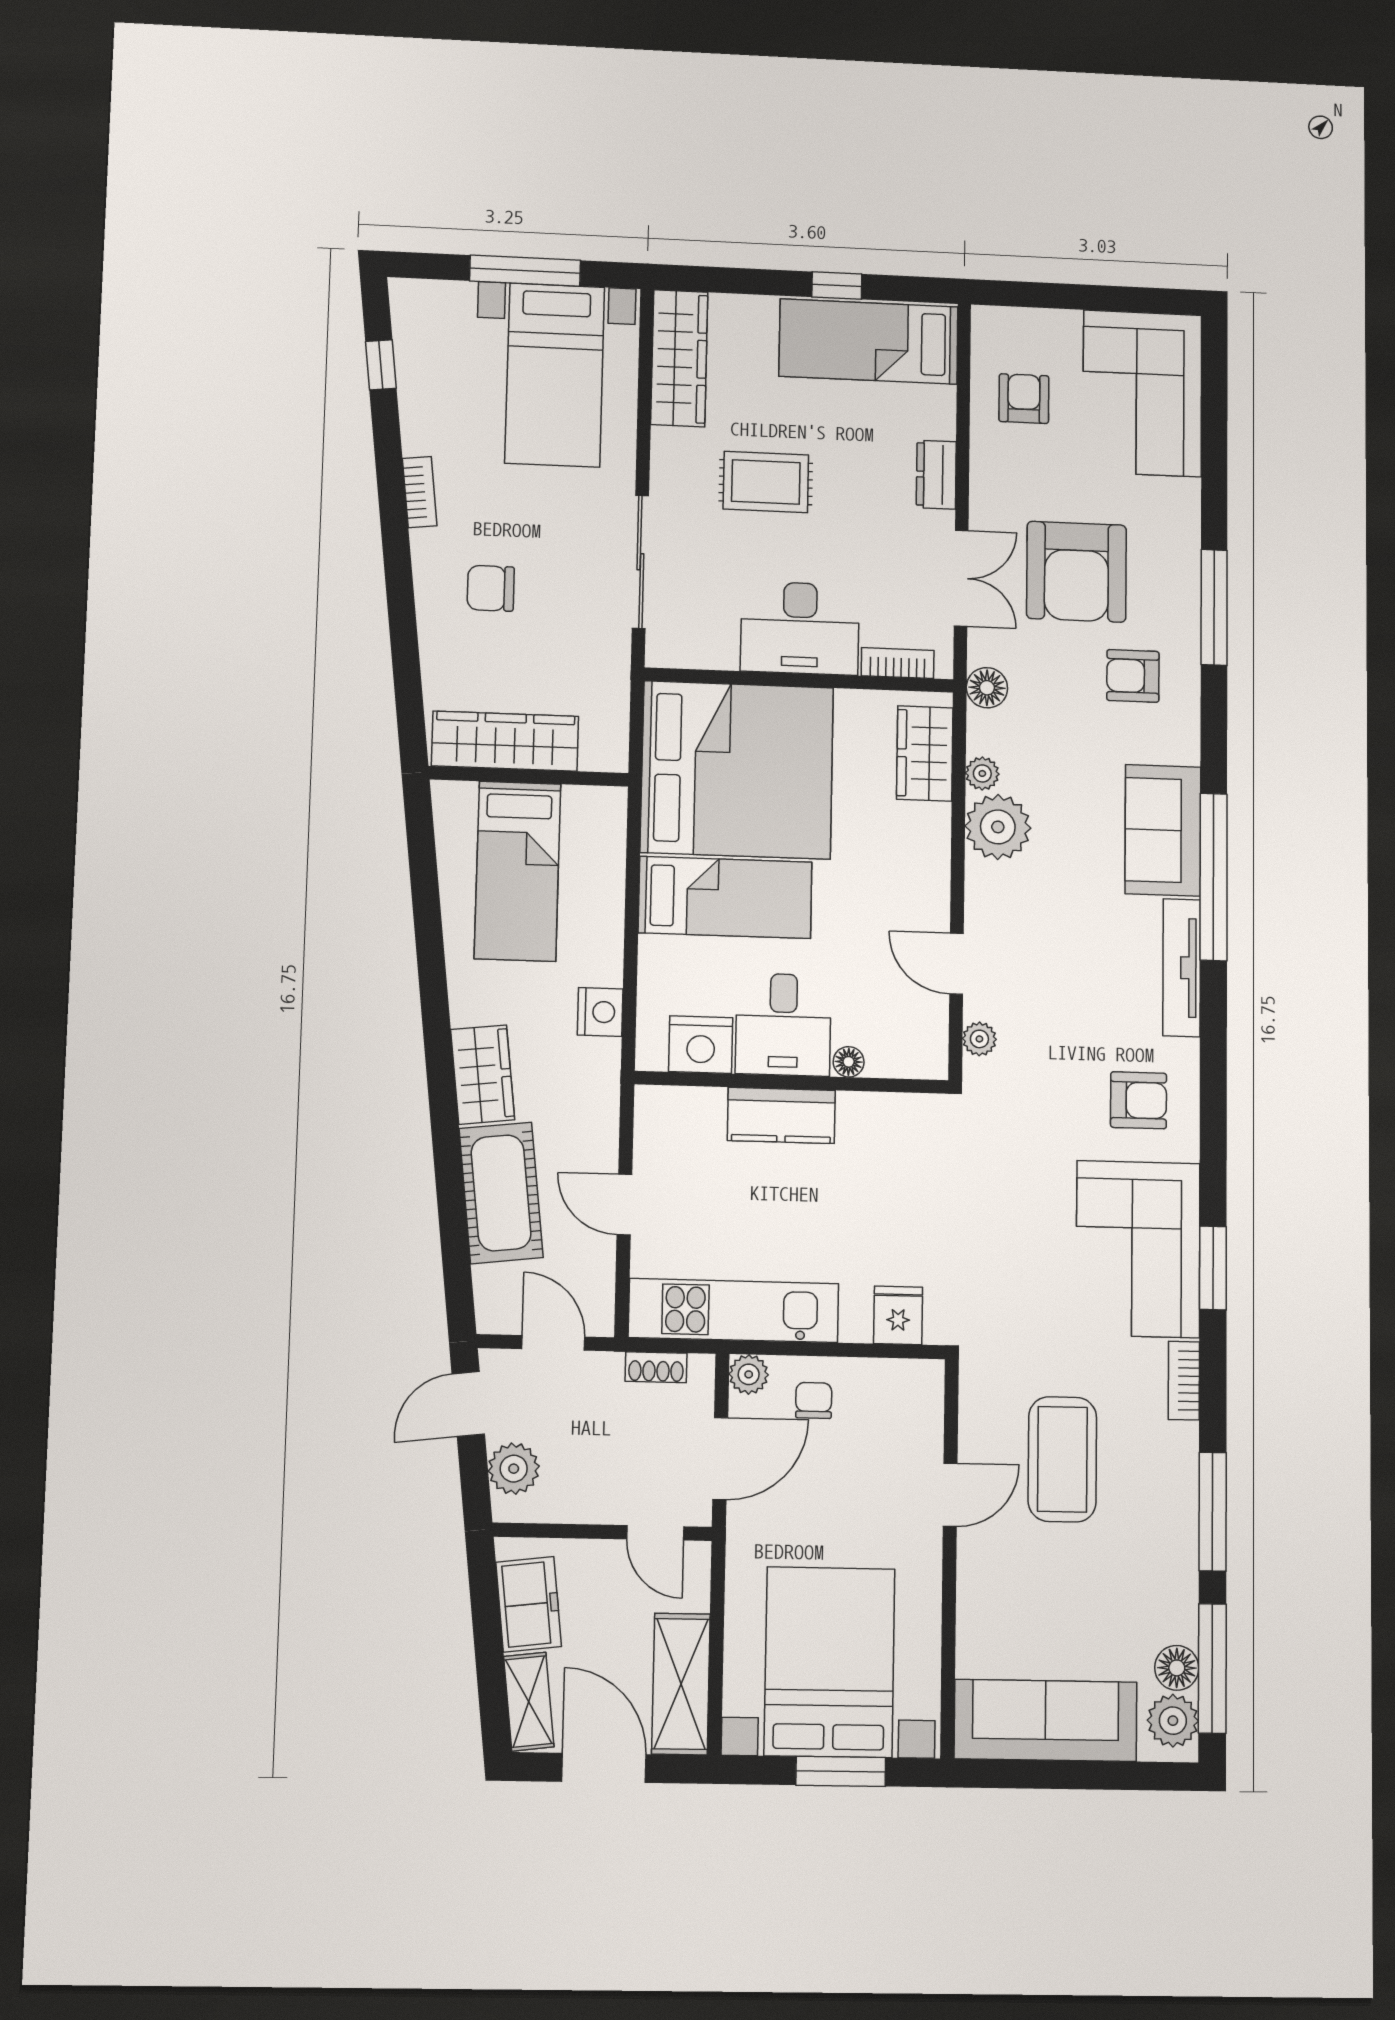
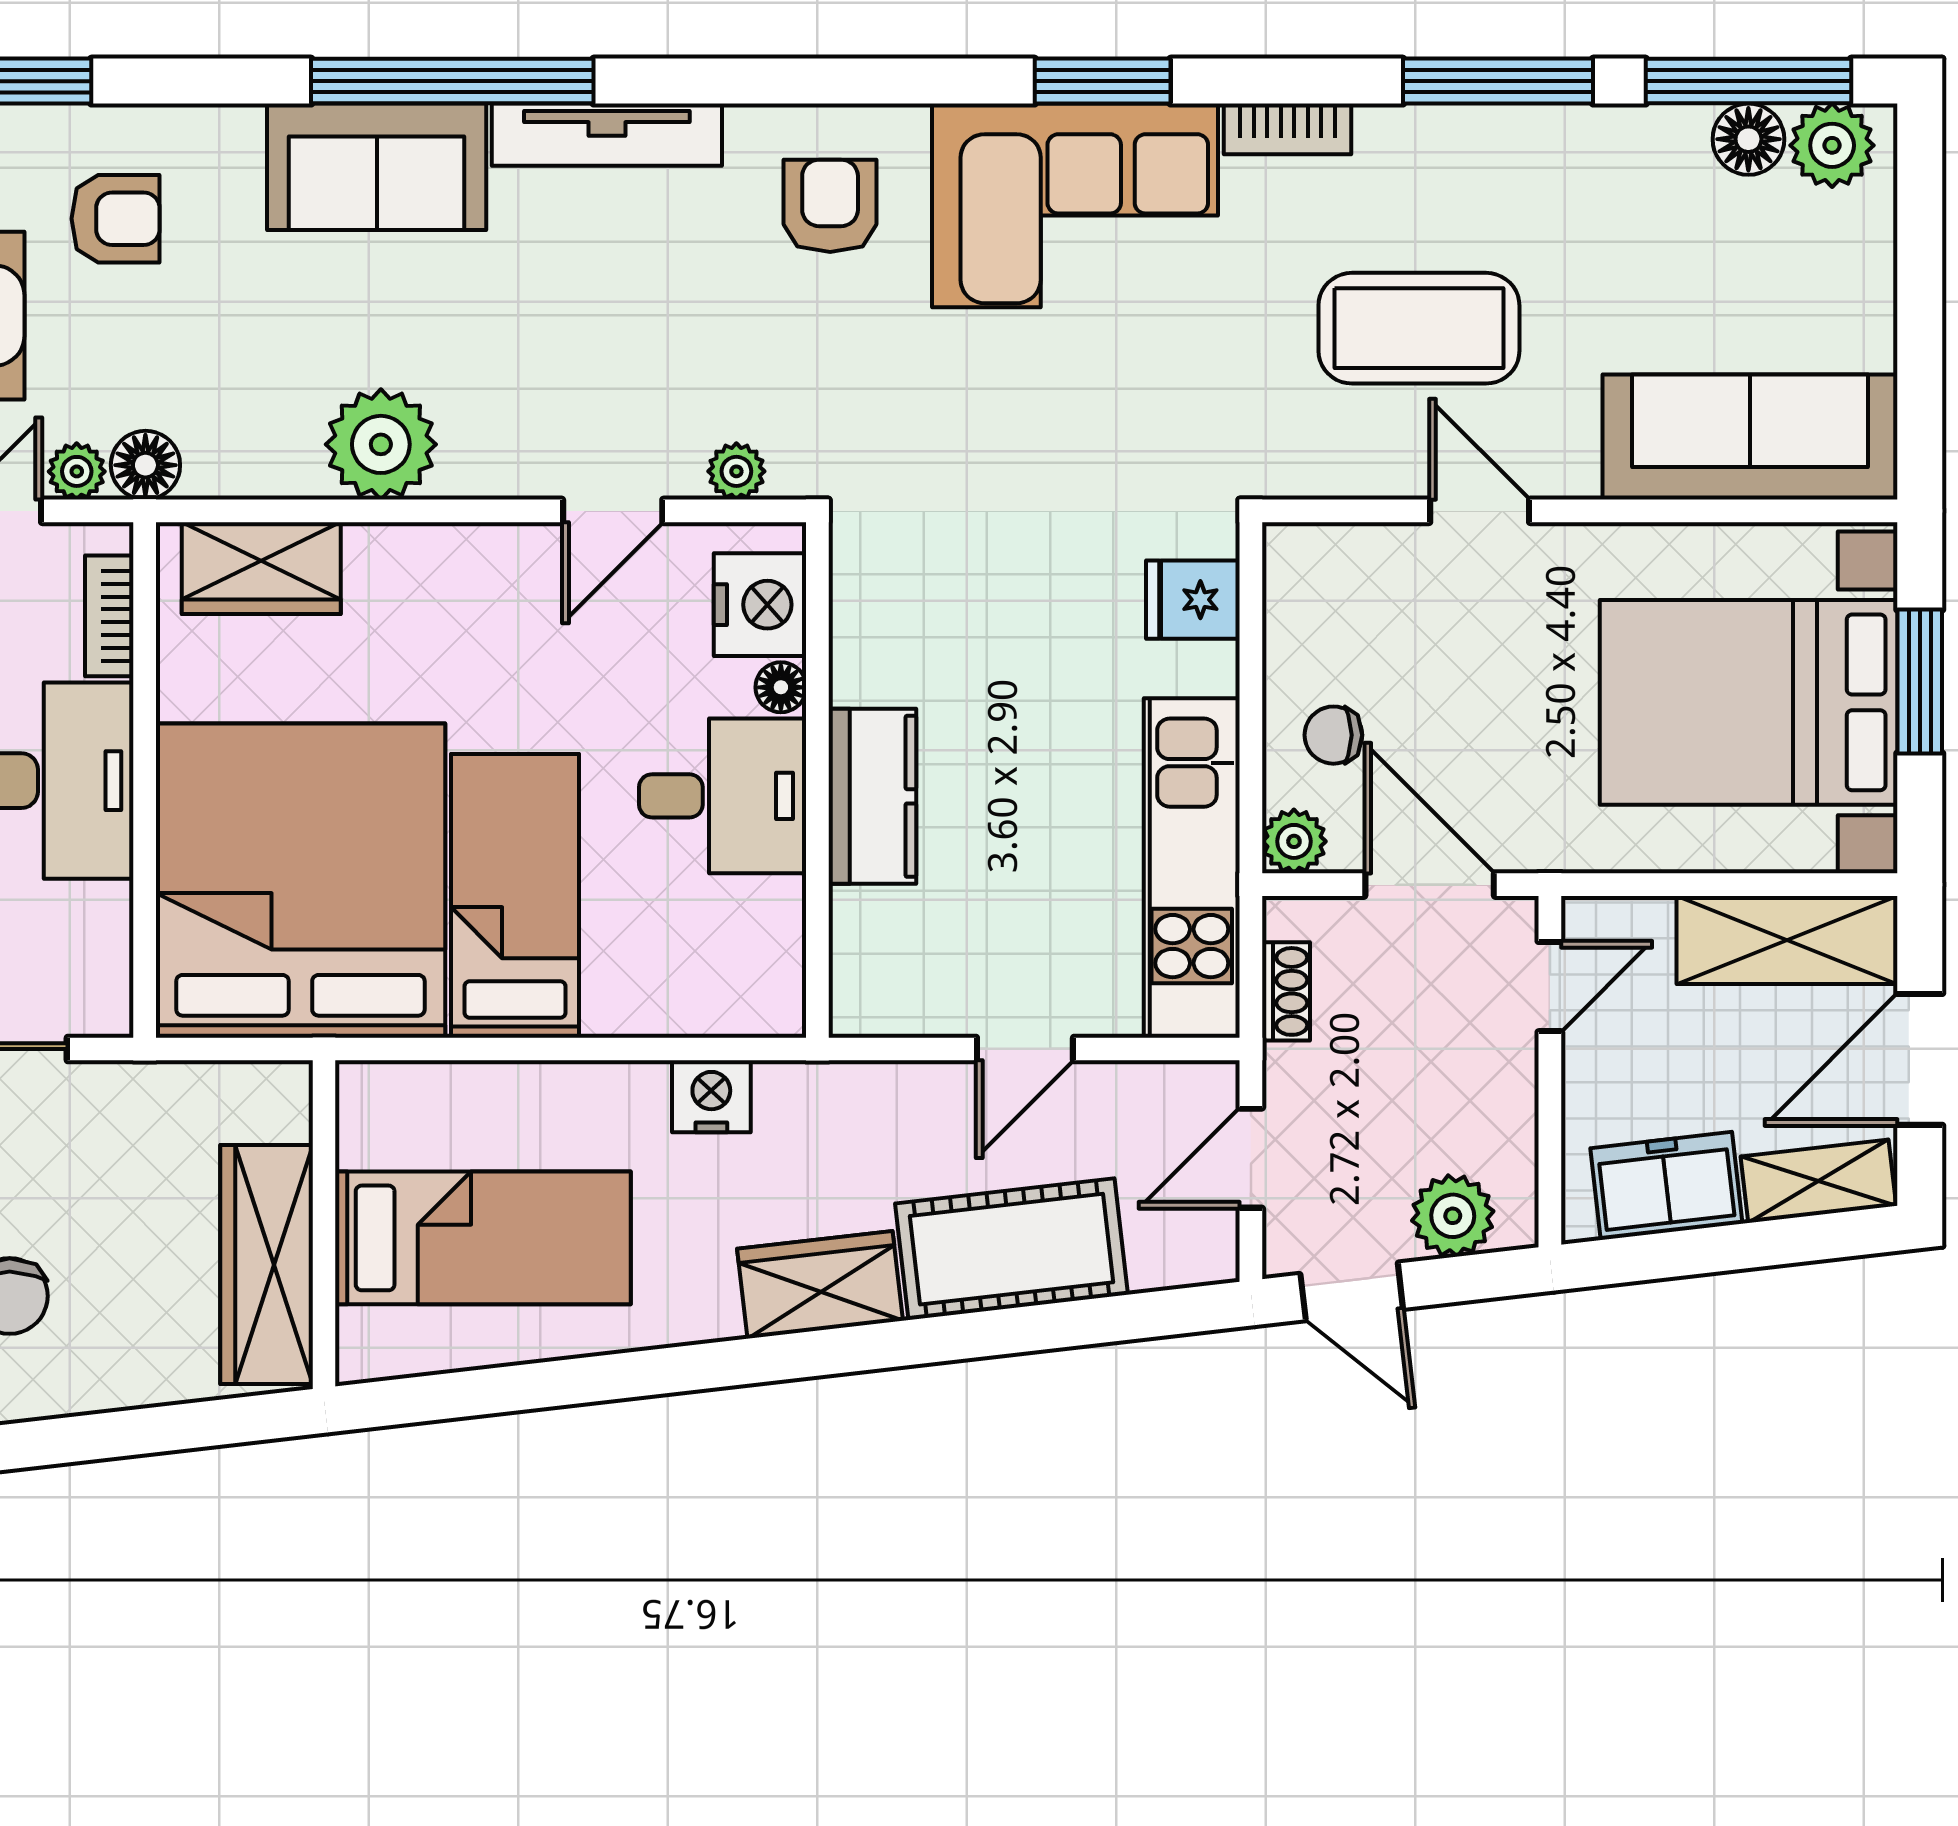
armchair: (1133, 676) -> (116, 219), turned -90
plant: (982, 773) -> (77, 471), moved
nightstand: (701, 1045) -> (760, 605), moved
sofa: (1046, 1720) -> (1750, 437), moved, turned 90

